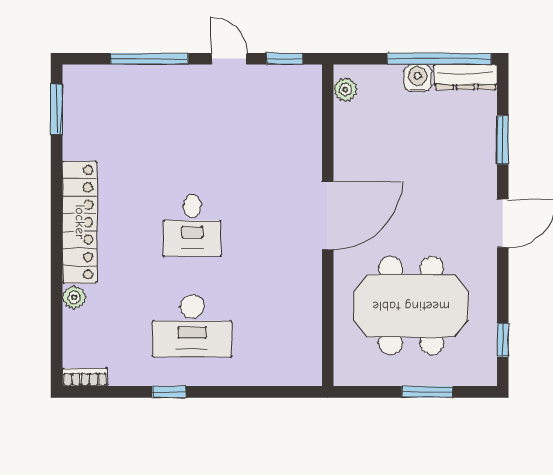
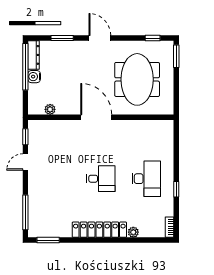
window: (149, 59) -> (25, 212), moved
plant: (345, 90) -> (50, 109), moved
window: (427, 392) -> (176, 56), moved

